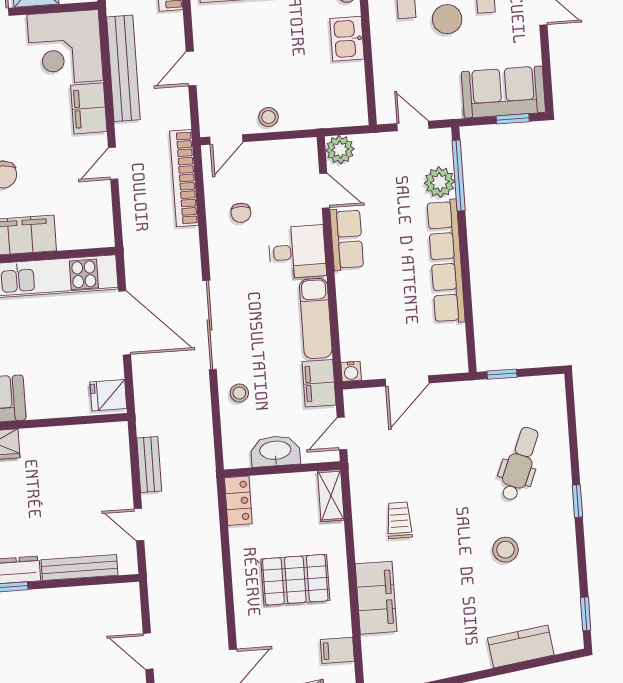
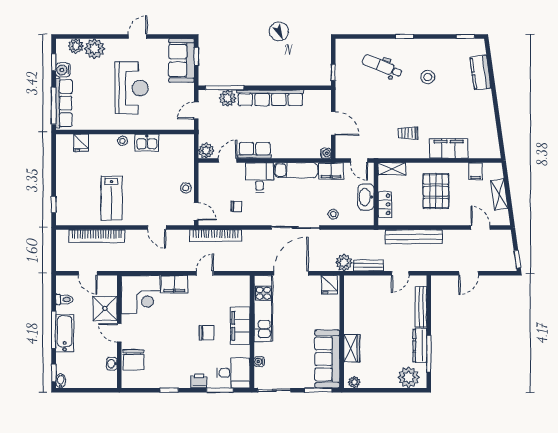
bench: (123, 68) -> (414, 237), moved
door: (113, 163) -> (205, 273), swing flipped
plant: (151, 419) -> (344, 263), added
locker: (238, 501) -> (385, 204), moved, turned 90

